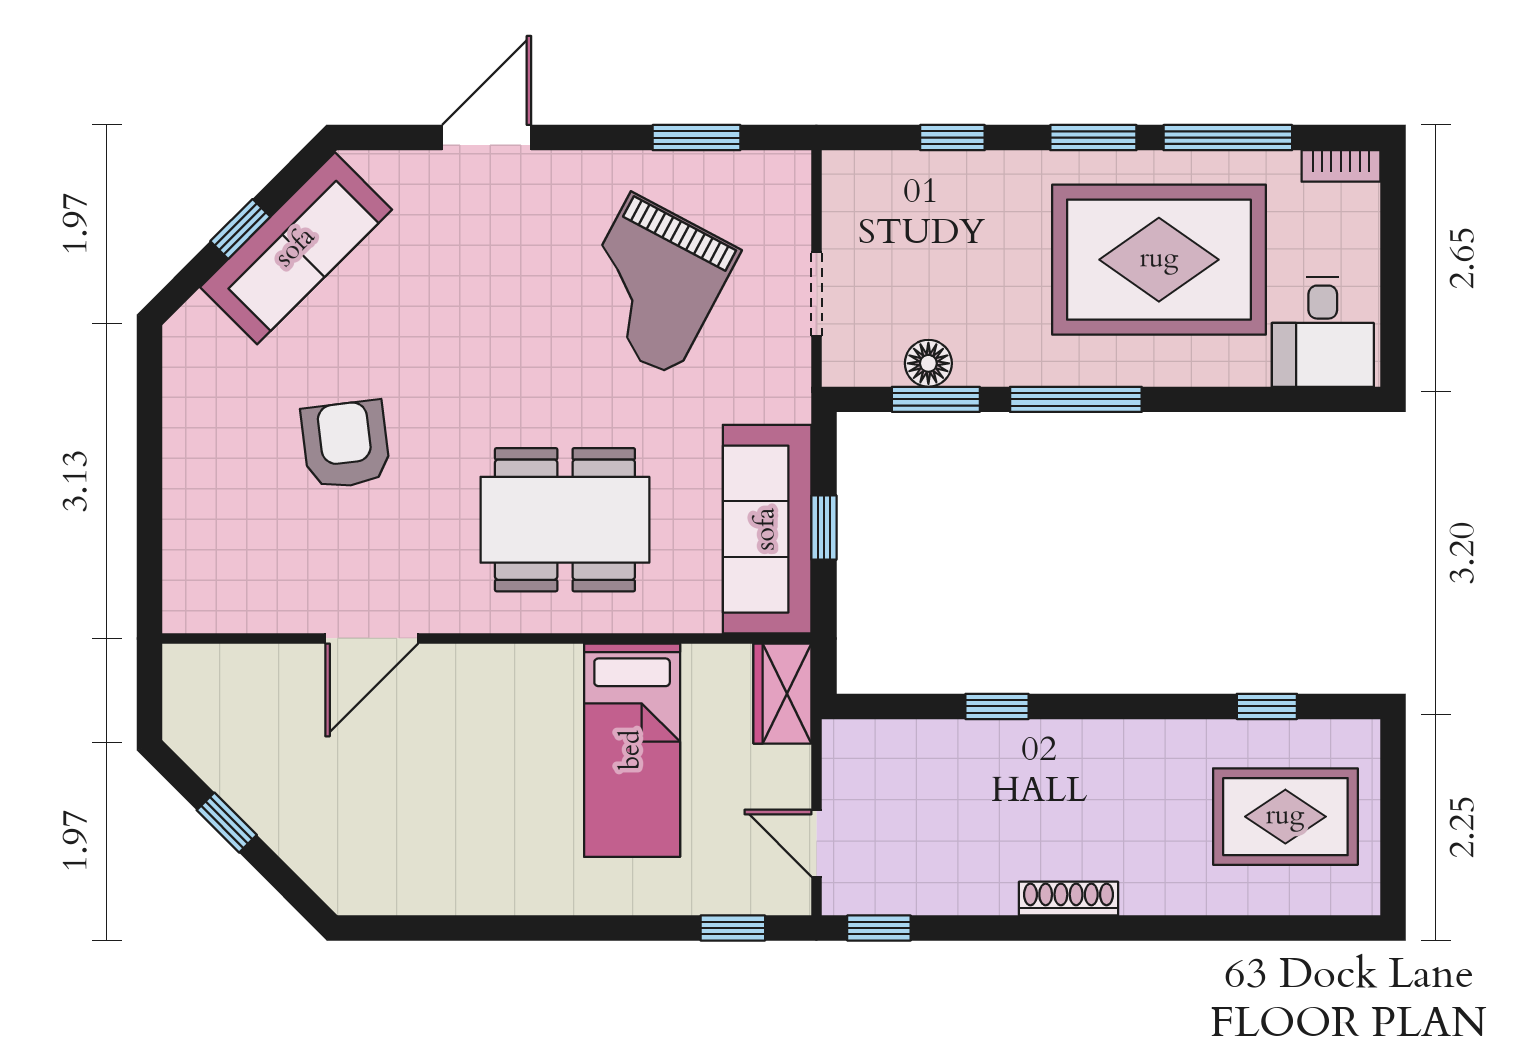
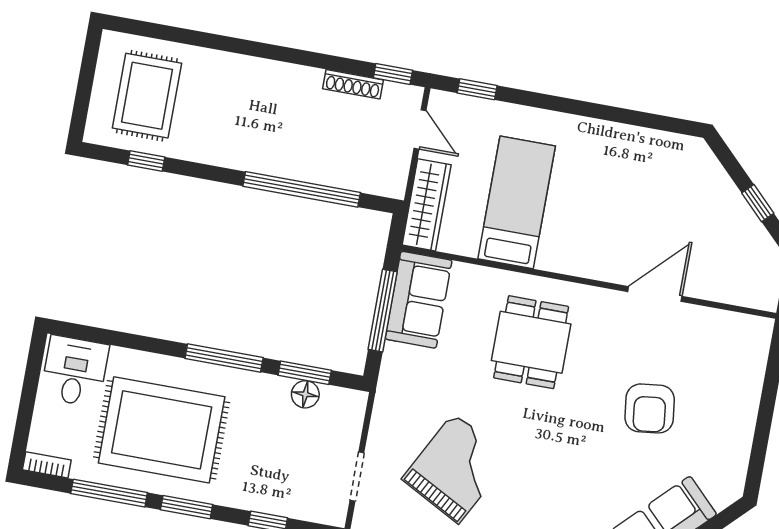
doorway: (816, 294) -> (357, 477), moved
dining table: (565, 520) -> (531, 342), width x0.73
window: (824, 528) -> (383, 311), width x2.17
sofa: (767, 529) -> (418, 300), width x0.73
wardrobe: (782, 694) -> (427, 205), width x1.50
window: (997, 706) -> (302, 189), width x3.17
rug: (1285, 817) -> (147, 96), turned 90
shoe rack: (1068, 899) -> (353, 84), moved

